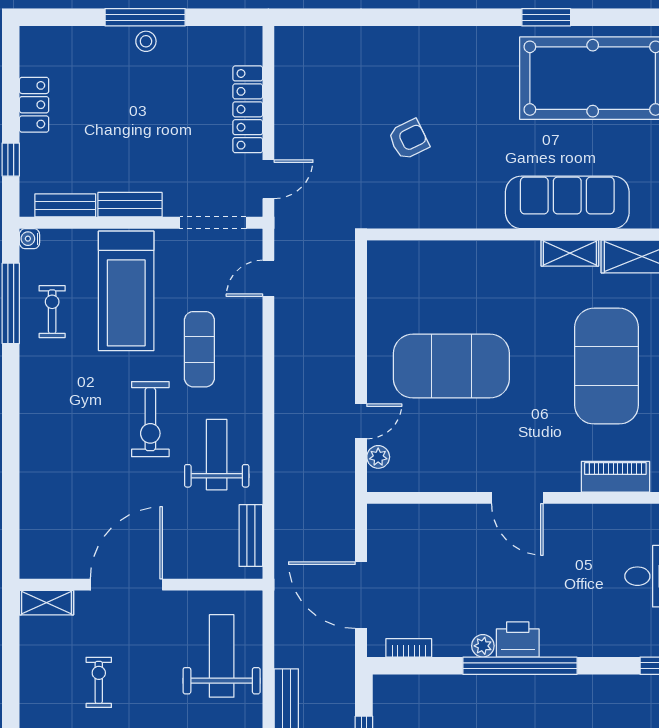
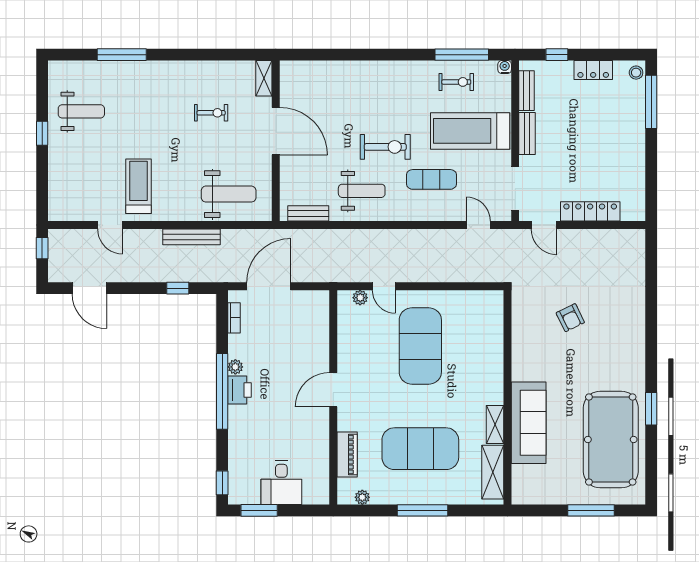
window: (145, 17) -> (651, 102), moved
stool: (146, 41) -> (636, 73), moved
exercise bike: (150, 419) -> (385, 147), turned 180

